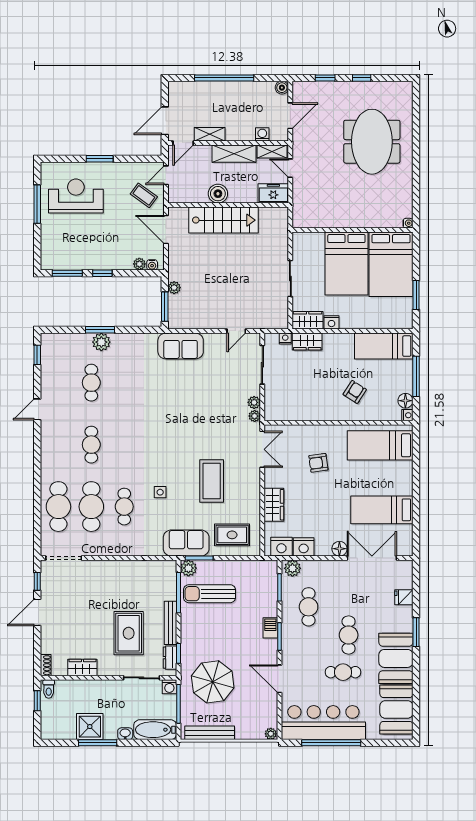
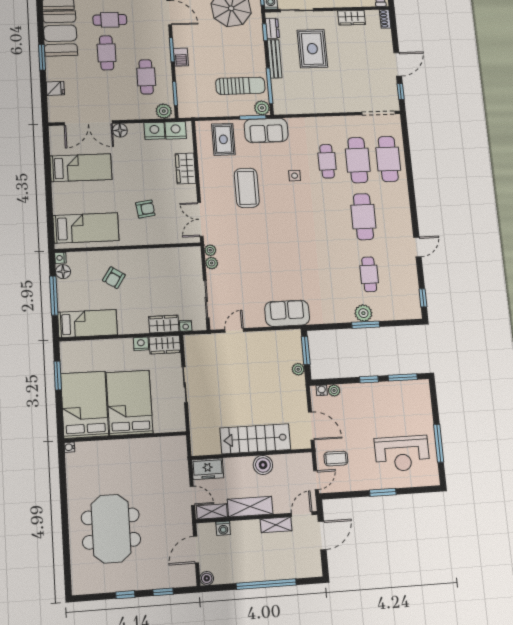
coffee table: (144, 195) -> (336, 458), turned -36
cafe table: (91, 445) -> (363, 217), width x1.37, depth x1.35
rug: (232, 535) -> (223, 139), turned 90

